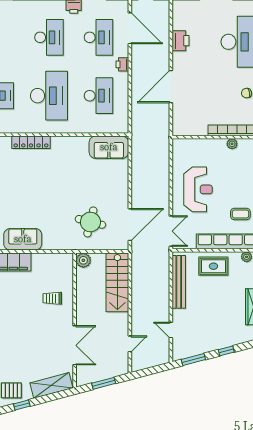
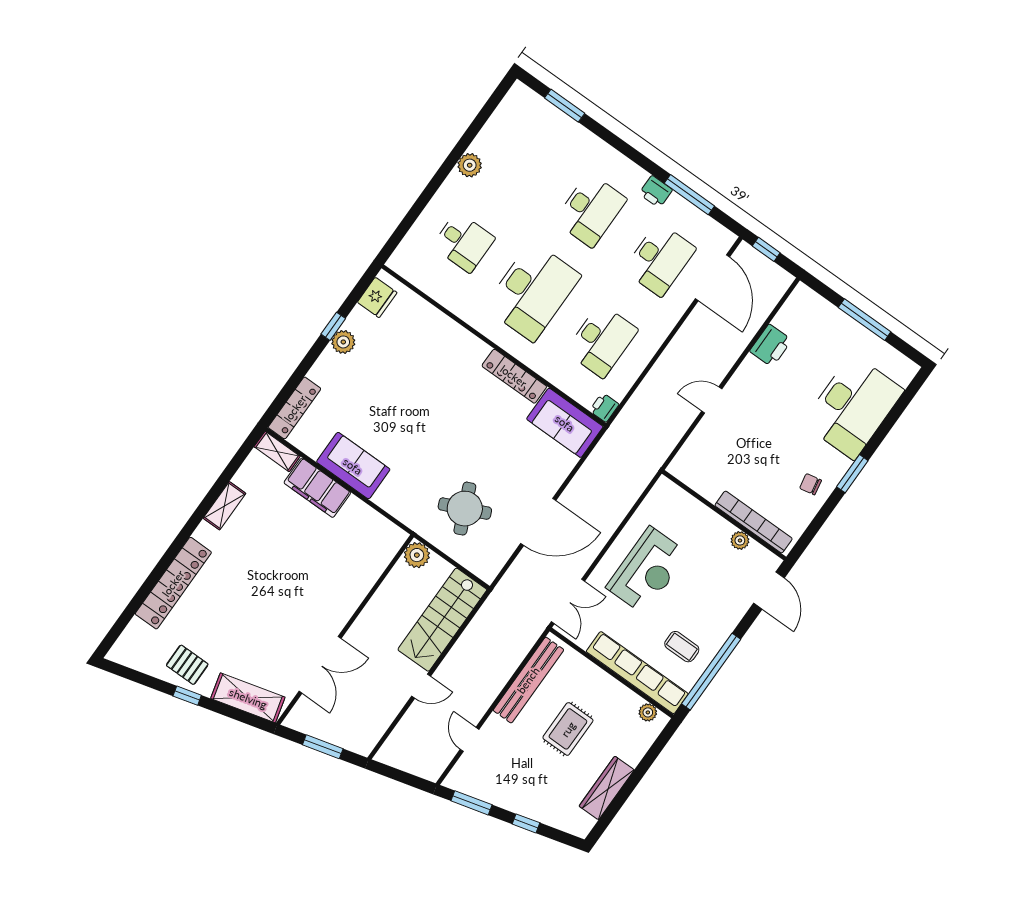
printer: (122, 64) -> (604, 407), moved
door: (171, 87) -> (712, 400), width x0.53
locker: (31, 142) -> (514, 376), moved
round table: (90, 222) -> (465, 509), turned -38
door: (130, 225) -> (538, 522), moved
rug: (213, 266) -> (568, 729), moved, turned 90
trolley: (52, 298) -> (336, 577), removed
door: (130, 344) -> (421, 686), moved

